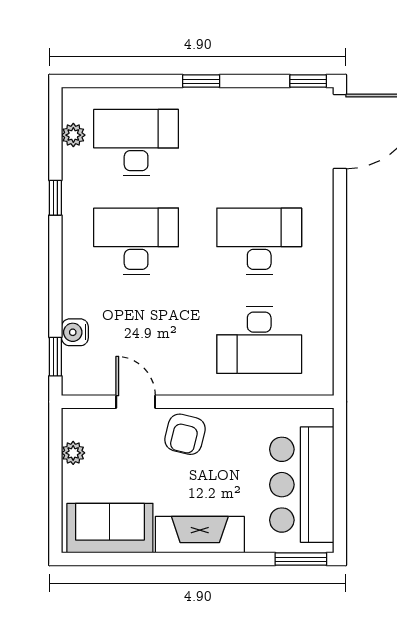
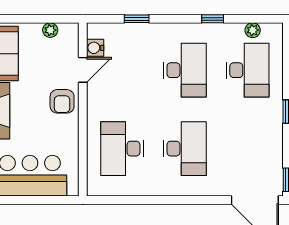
water cooler: (75, 332) -> (95, 48), moved, turned -90
window: (55, 357) -> (137, 19), moved
armchair: (185, 434) -> (62, 101), turned -104

